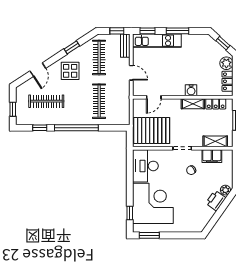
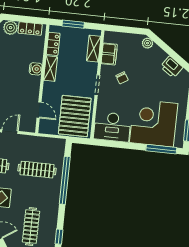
window: (76, 128) -> (65, 180), moved
printer: (216, 201) -> (172, 67), moved
window: (130, 213) -> (161, 149), width x2.17

